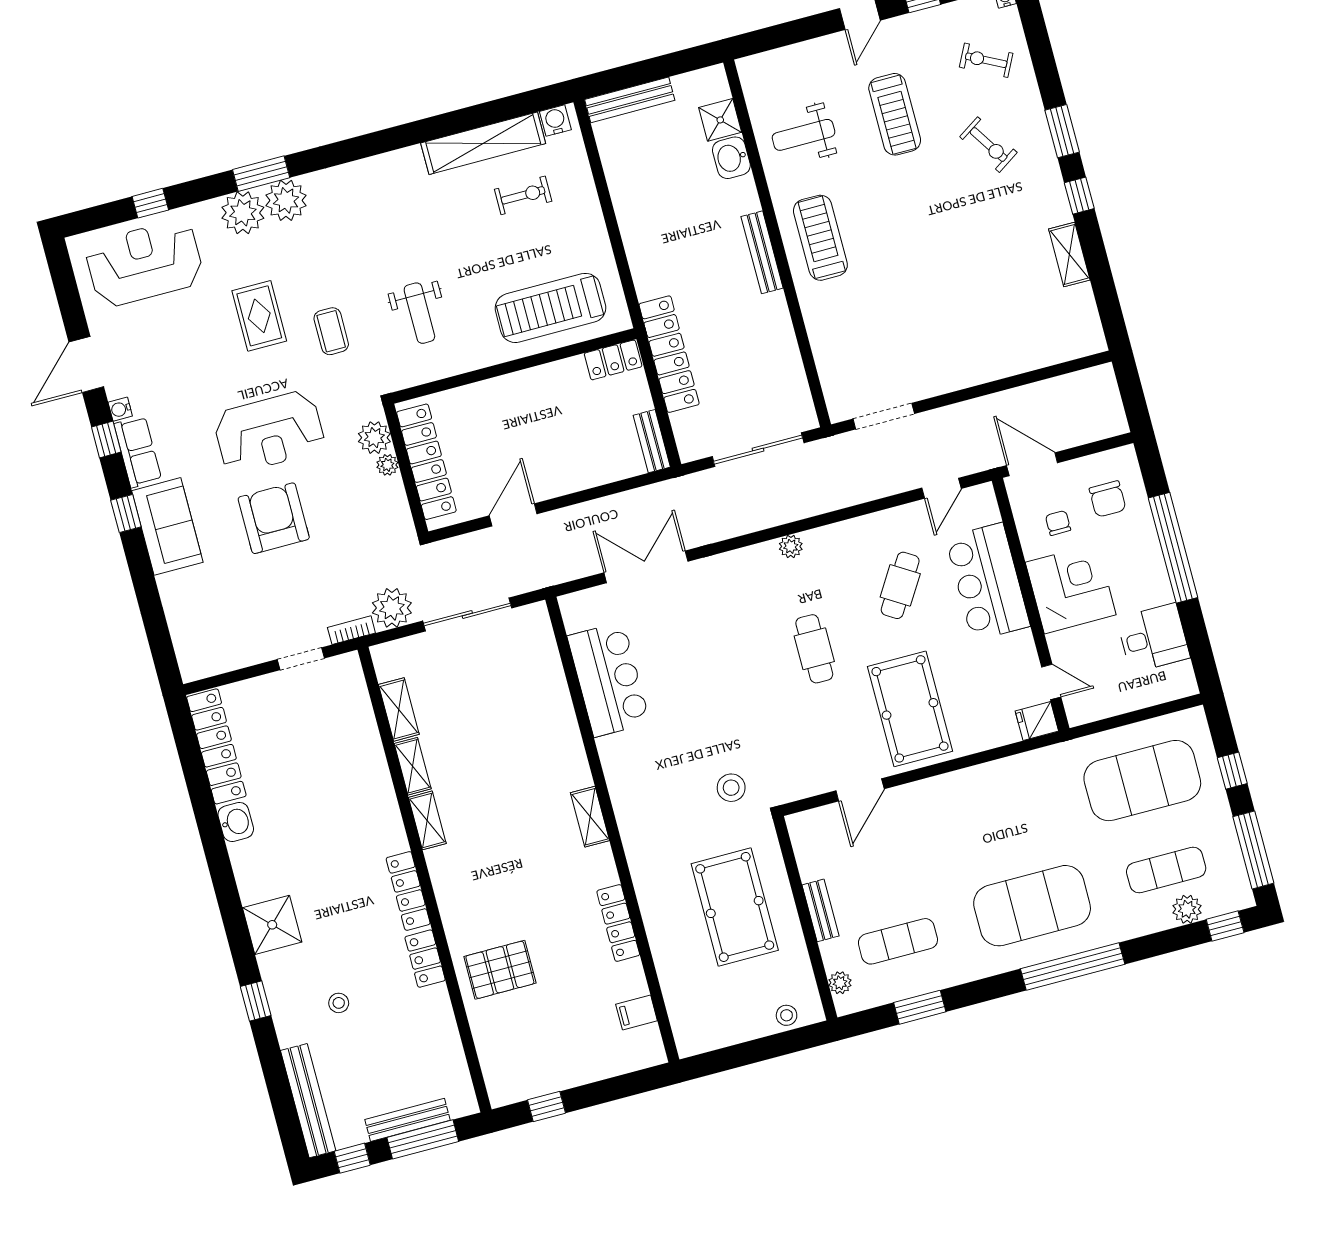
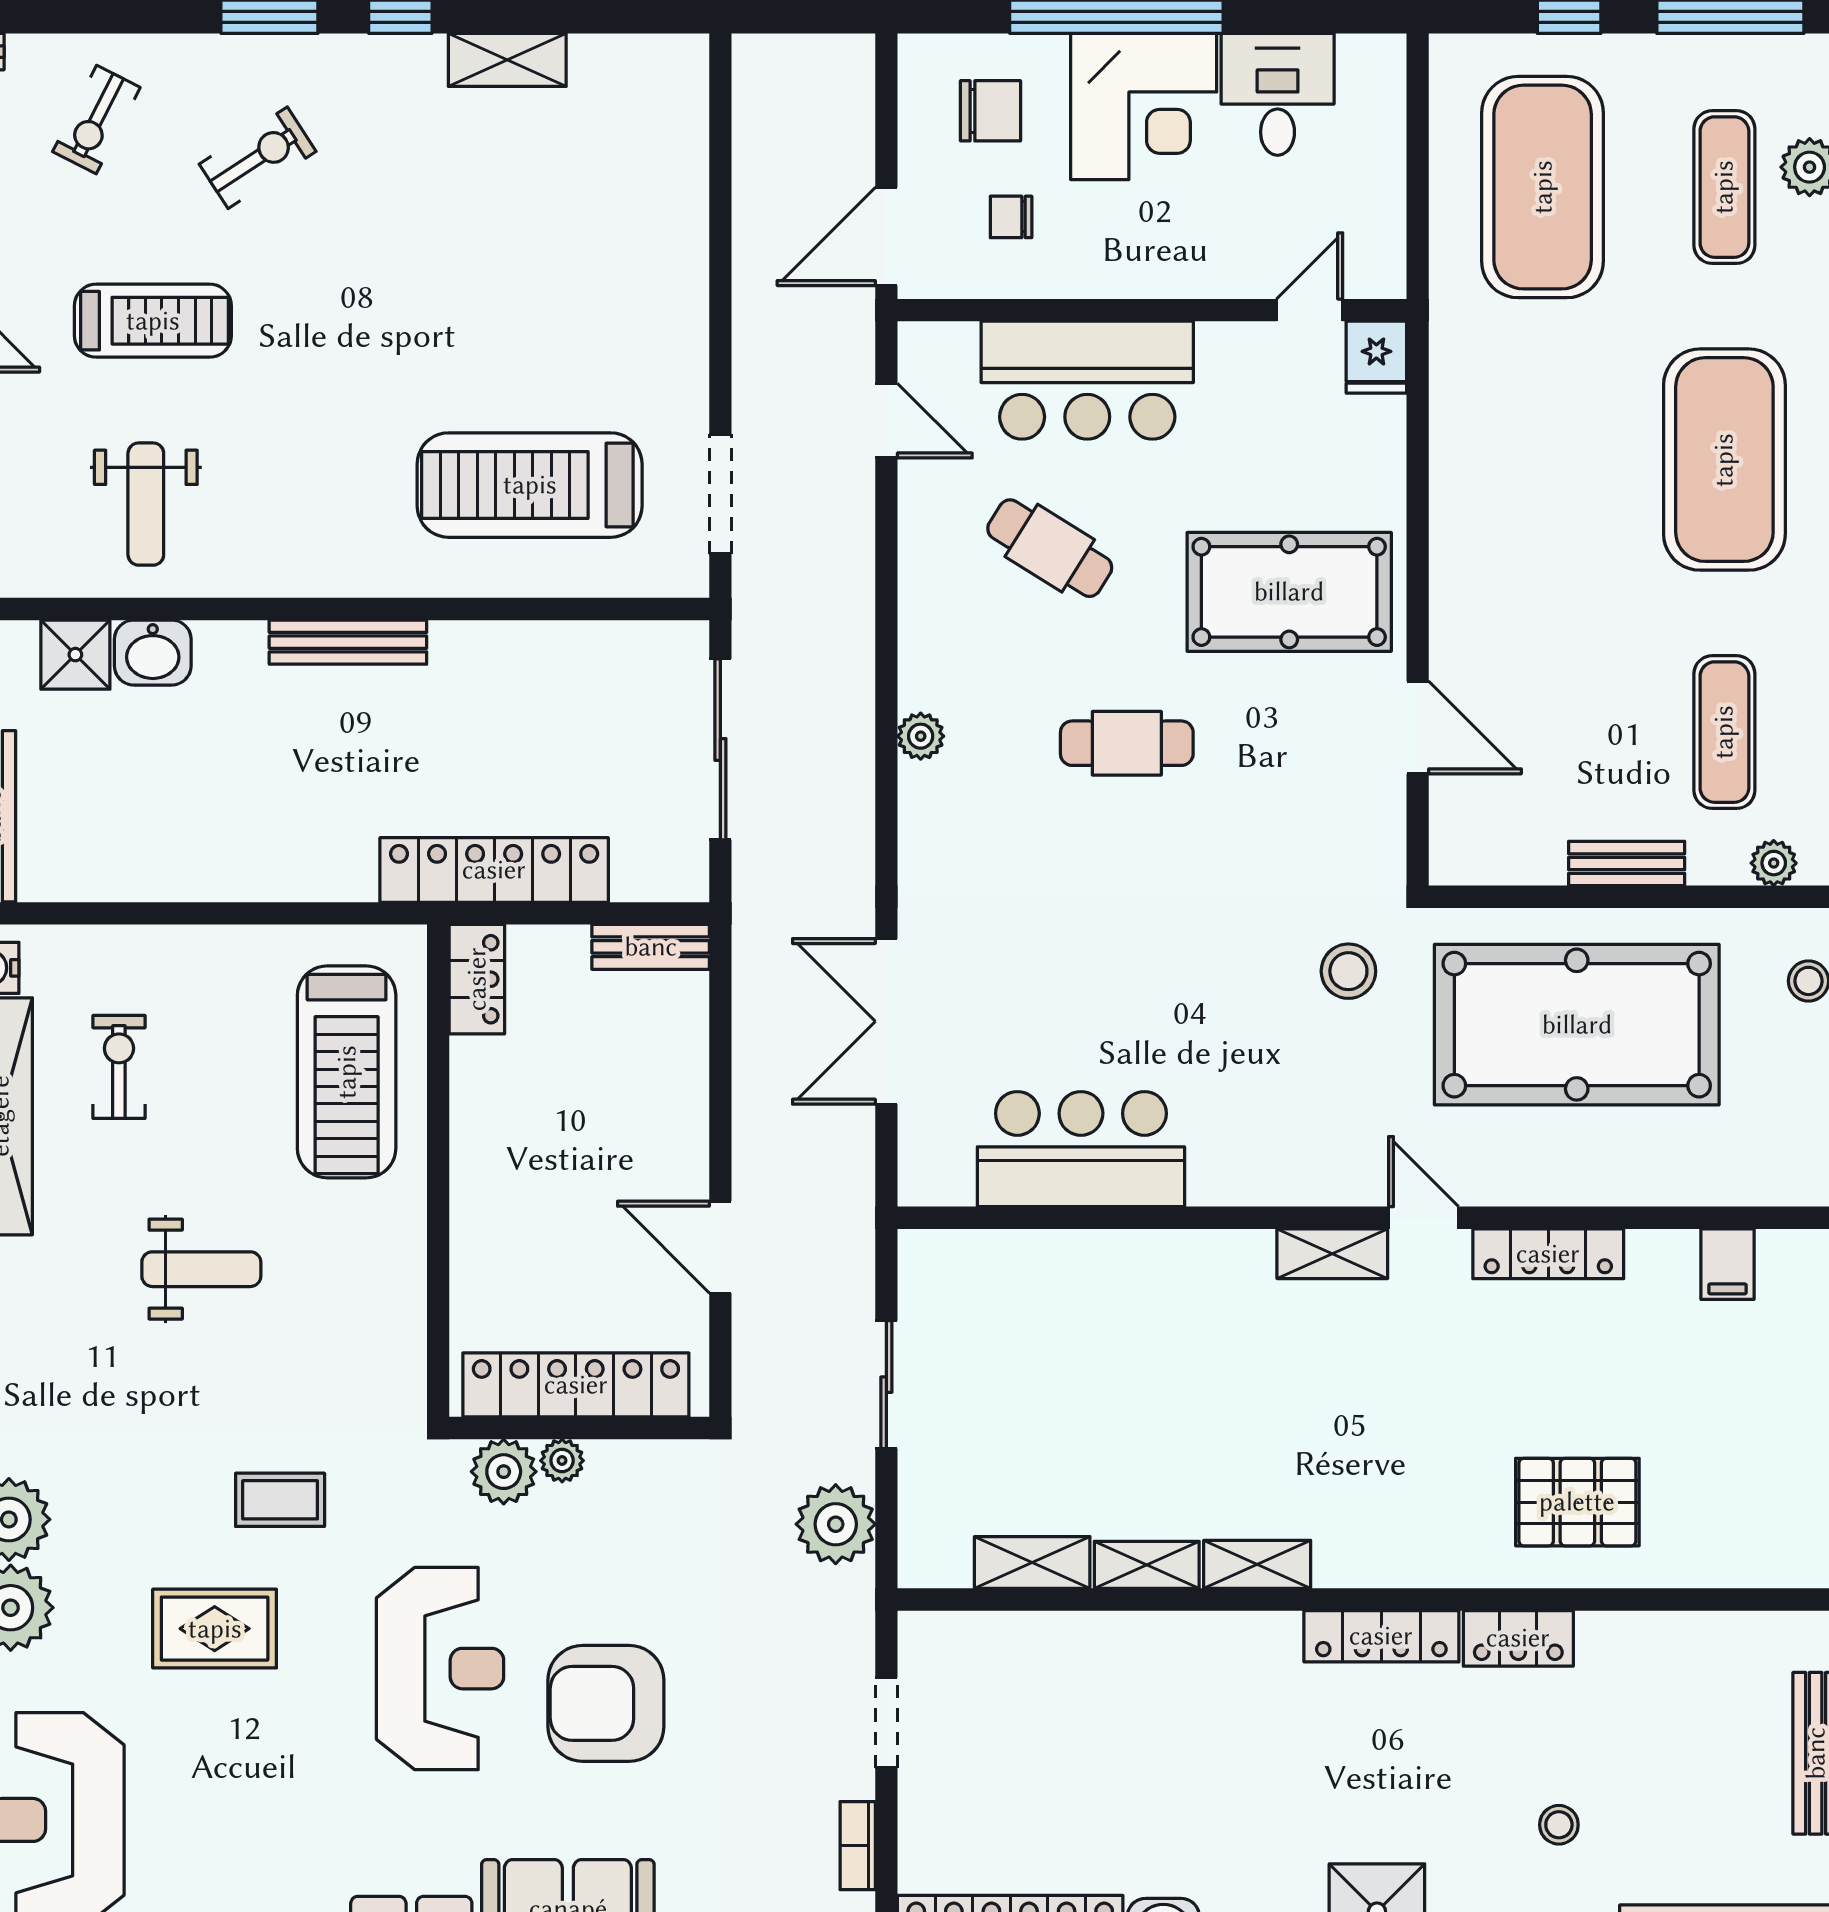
treadmill: (820, 238) -> (530, 485), moved, width x1.37, depth x1.38
weight bench: (419, 313) -> (201, 1269), moved
corner desk: (1071, 589) -> (1144, 106), moved, turned 180
sliding door: (467, 614) -> (886, 1385), width x0.73
bookcase: (351, 630) -> (858, 1846), moved
door: (620, 857) -> (1424, 1218), added
pool table: (735, 907) -> (1577, 1025), width x1.36, depth x1.32
pallet: (500, 970) -> (1577, 1502), turned 90

